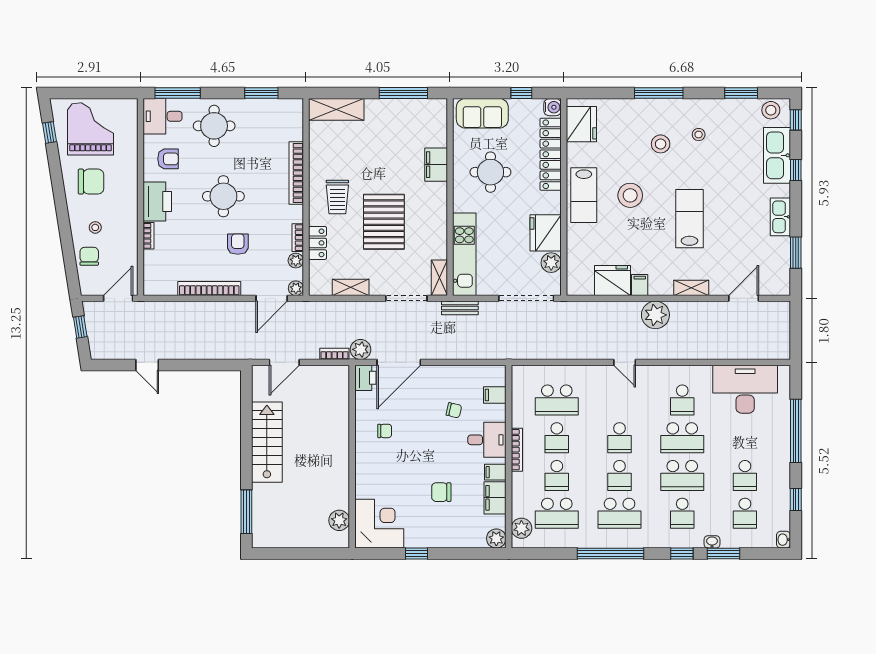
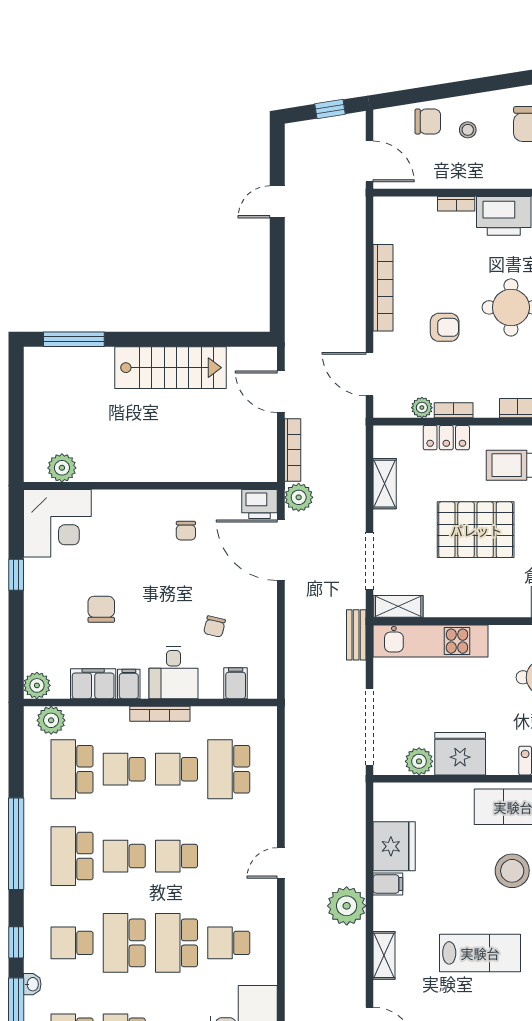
plant: (296, 288) -> (384, 408), removed
bookcase: (334, 354) -> (293, 450), width x1.56

